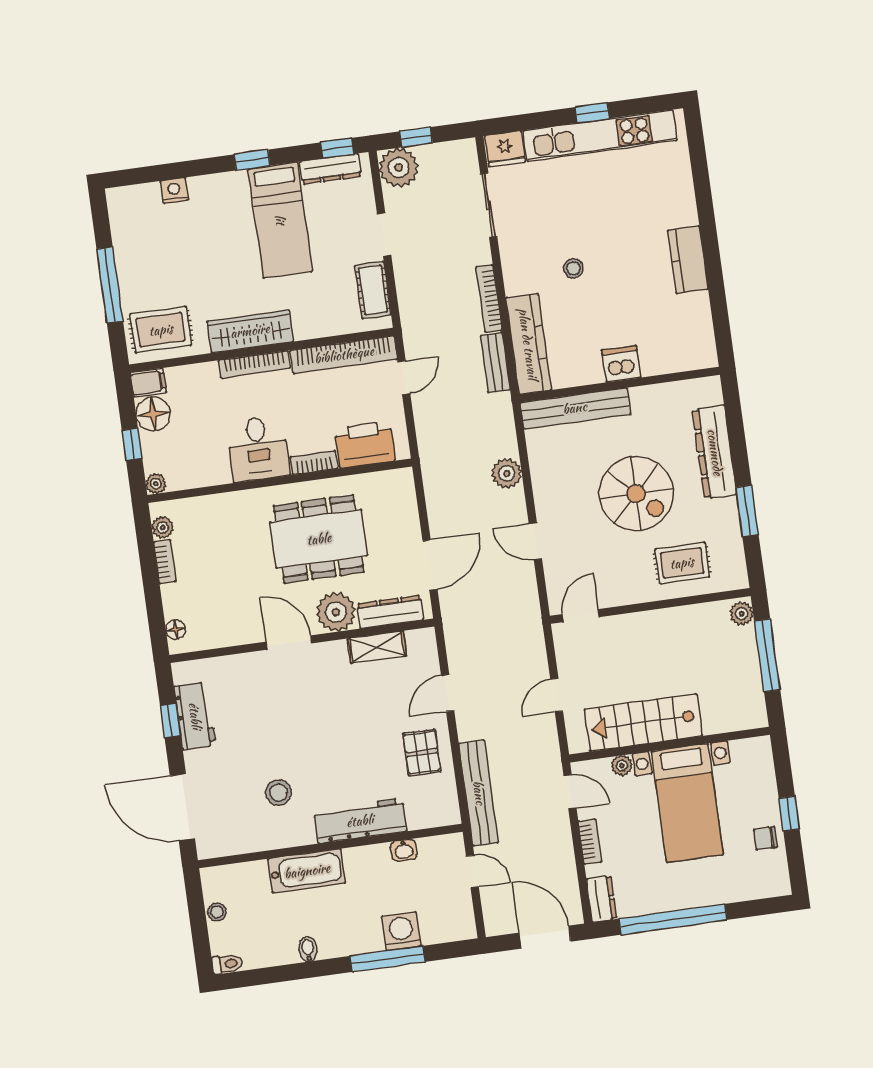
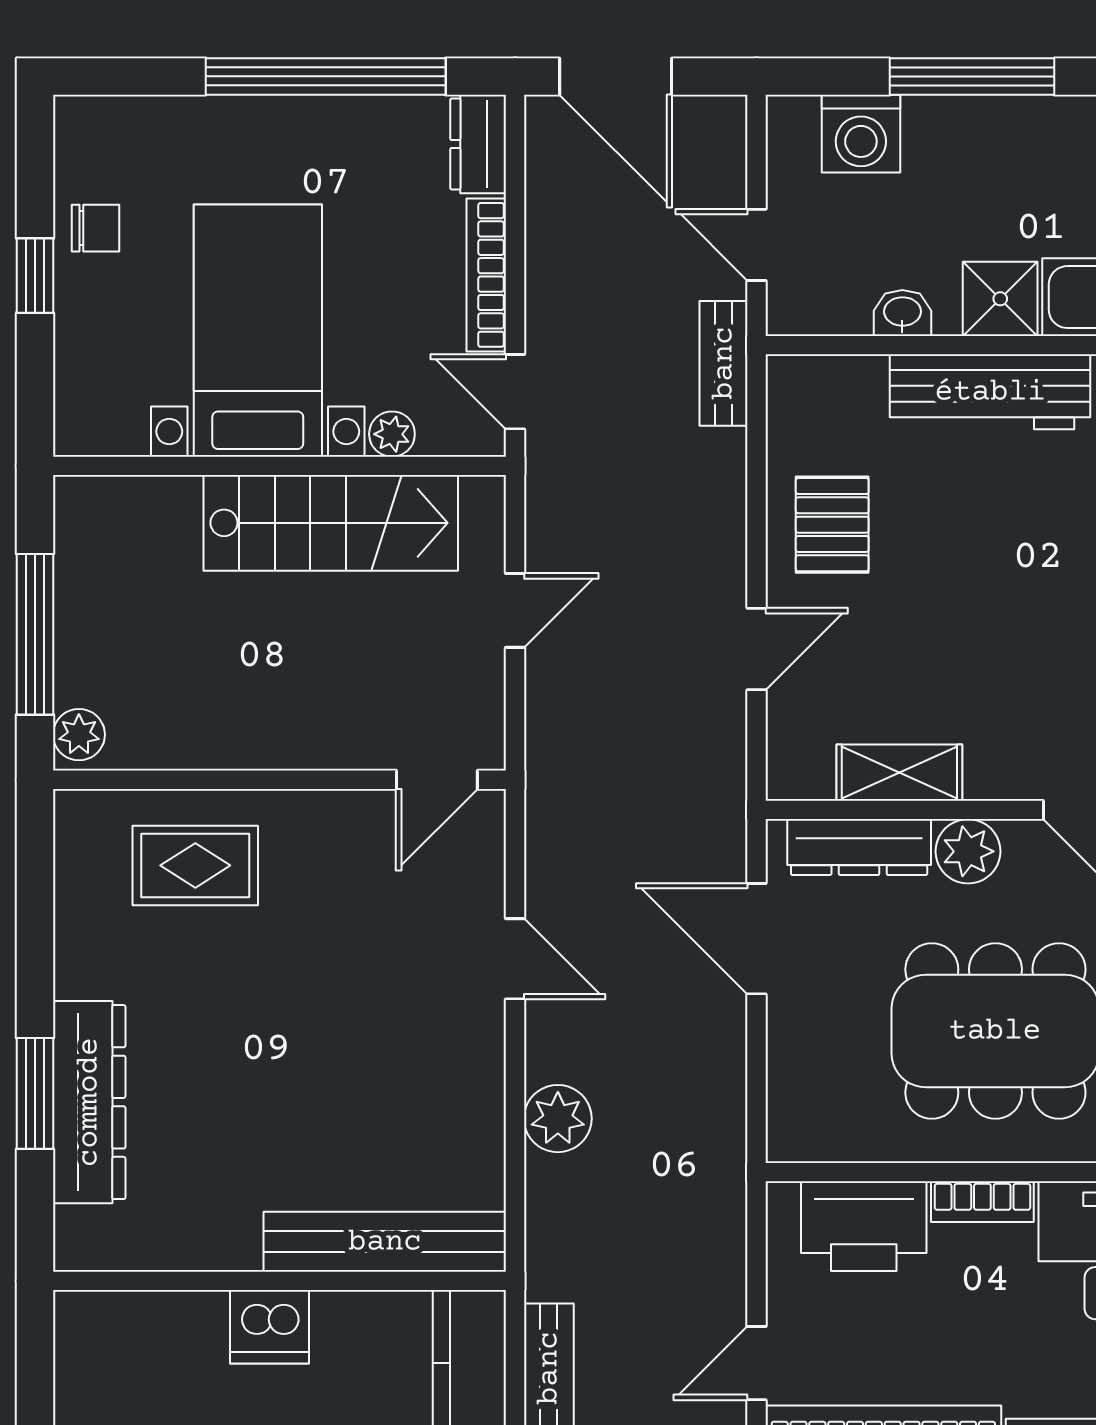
spiral stairs: (636, 494) -> (276, 1034), removed
window: (747, 511) -> (35, 1093), moved
door: (430, 565) -> (756, 939), hinge flipped
plant: (336, 612) -> (968, 851), width x0.73, depth x0.73
bench: (479, 793) -> (724, 363), width x0.54, depth x0.82
bookcase: (590, 842) -> (486, 275), width x1.56
shower: (362, 862) -> (1000, 299), added
washing machine: (401, 931) -> (861, 134), moved

